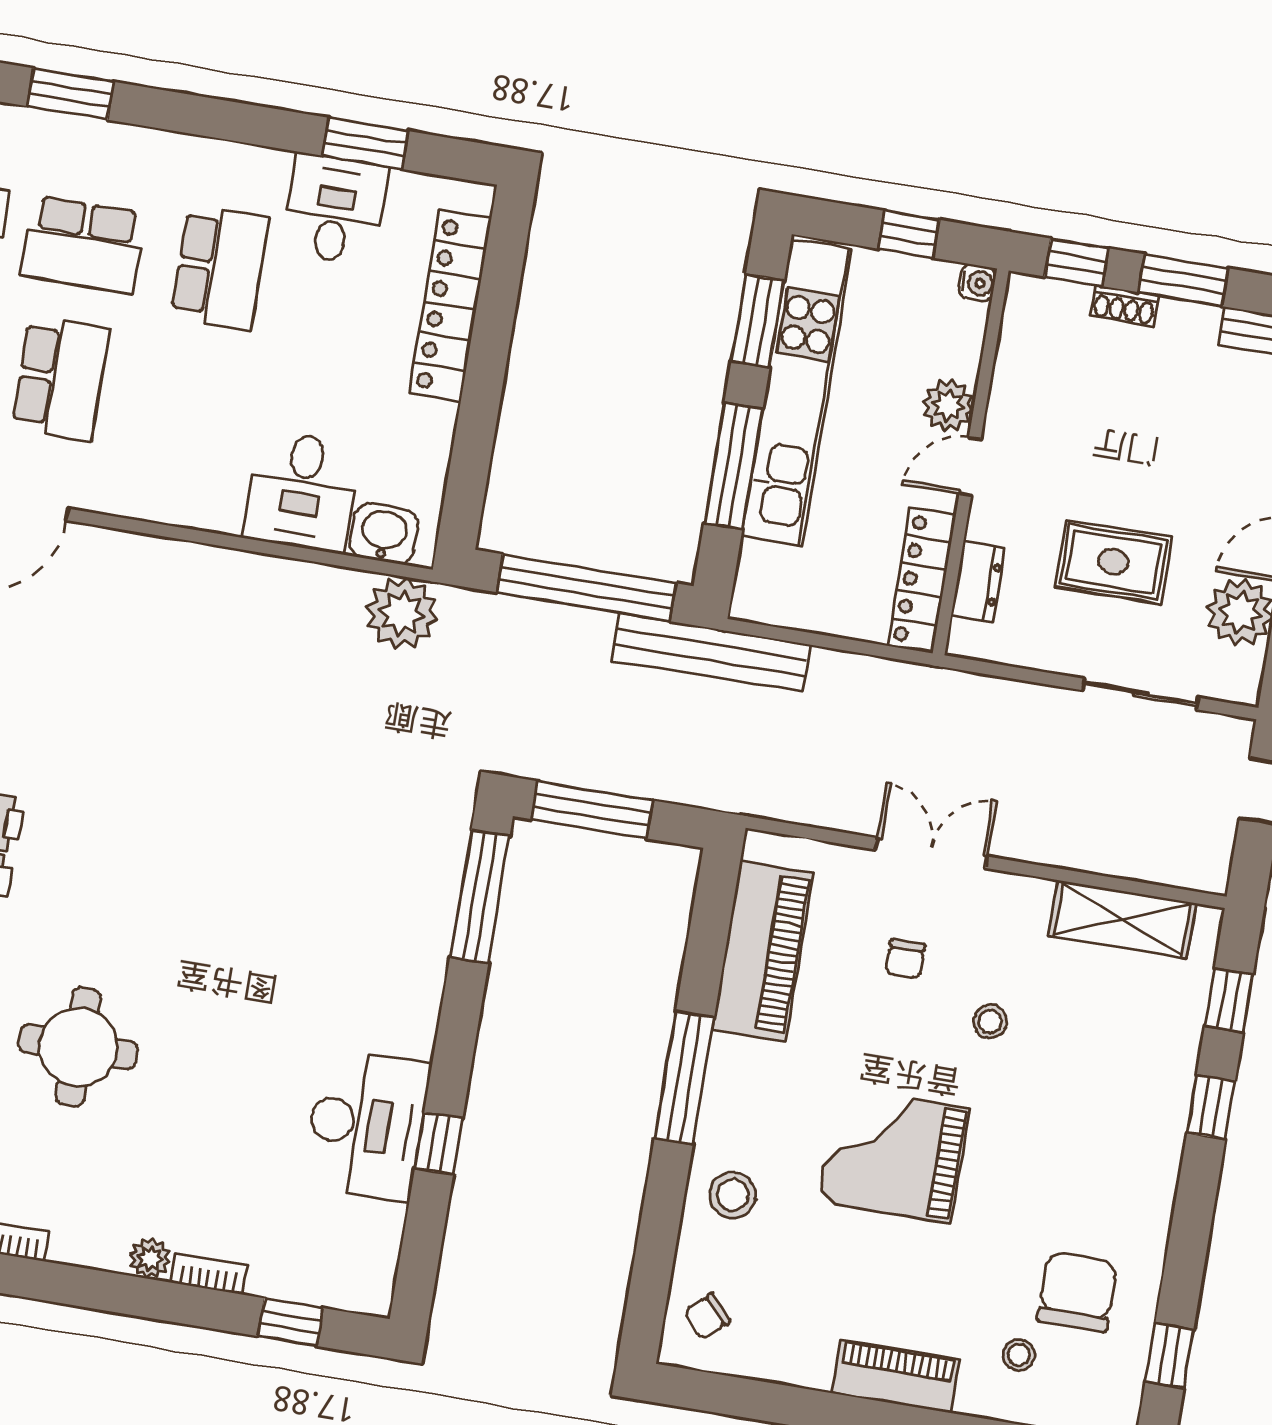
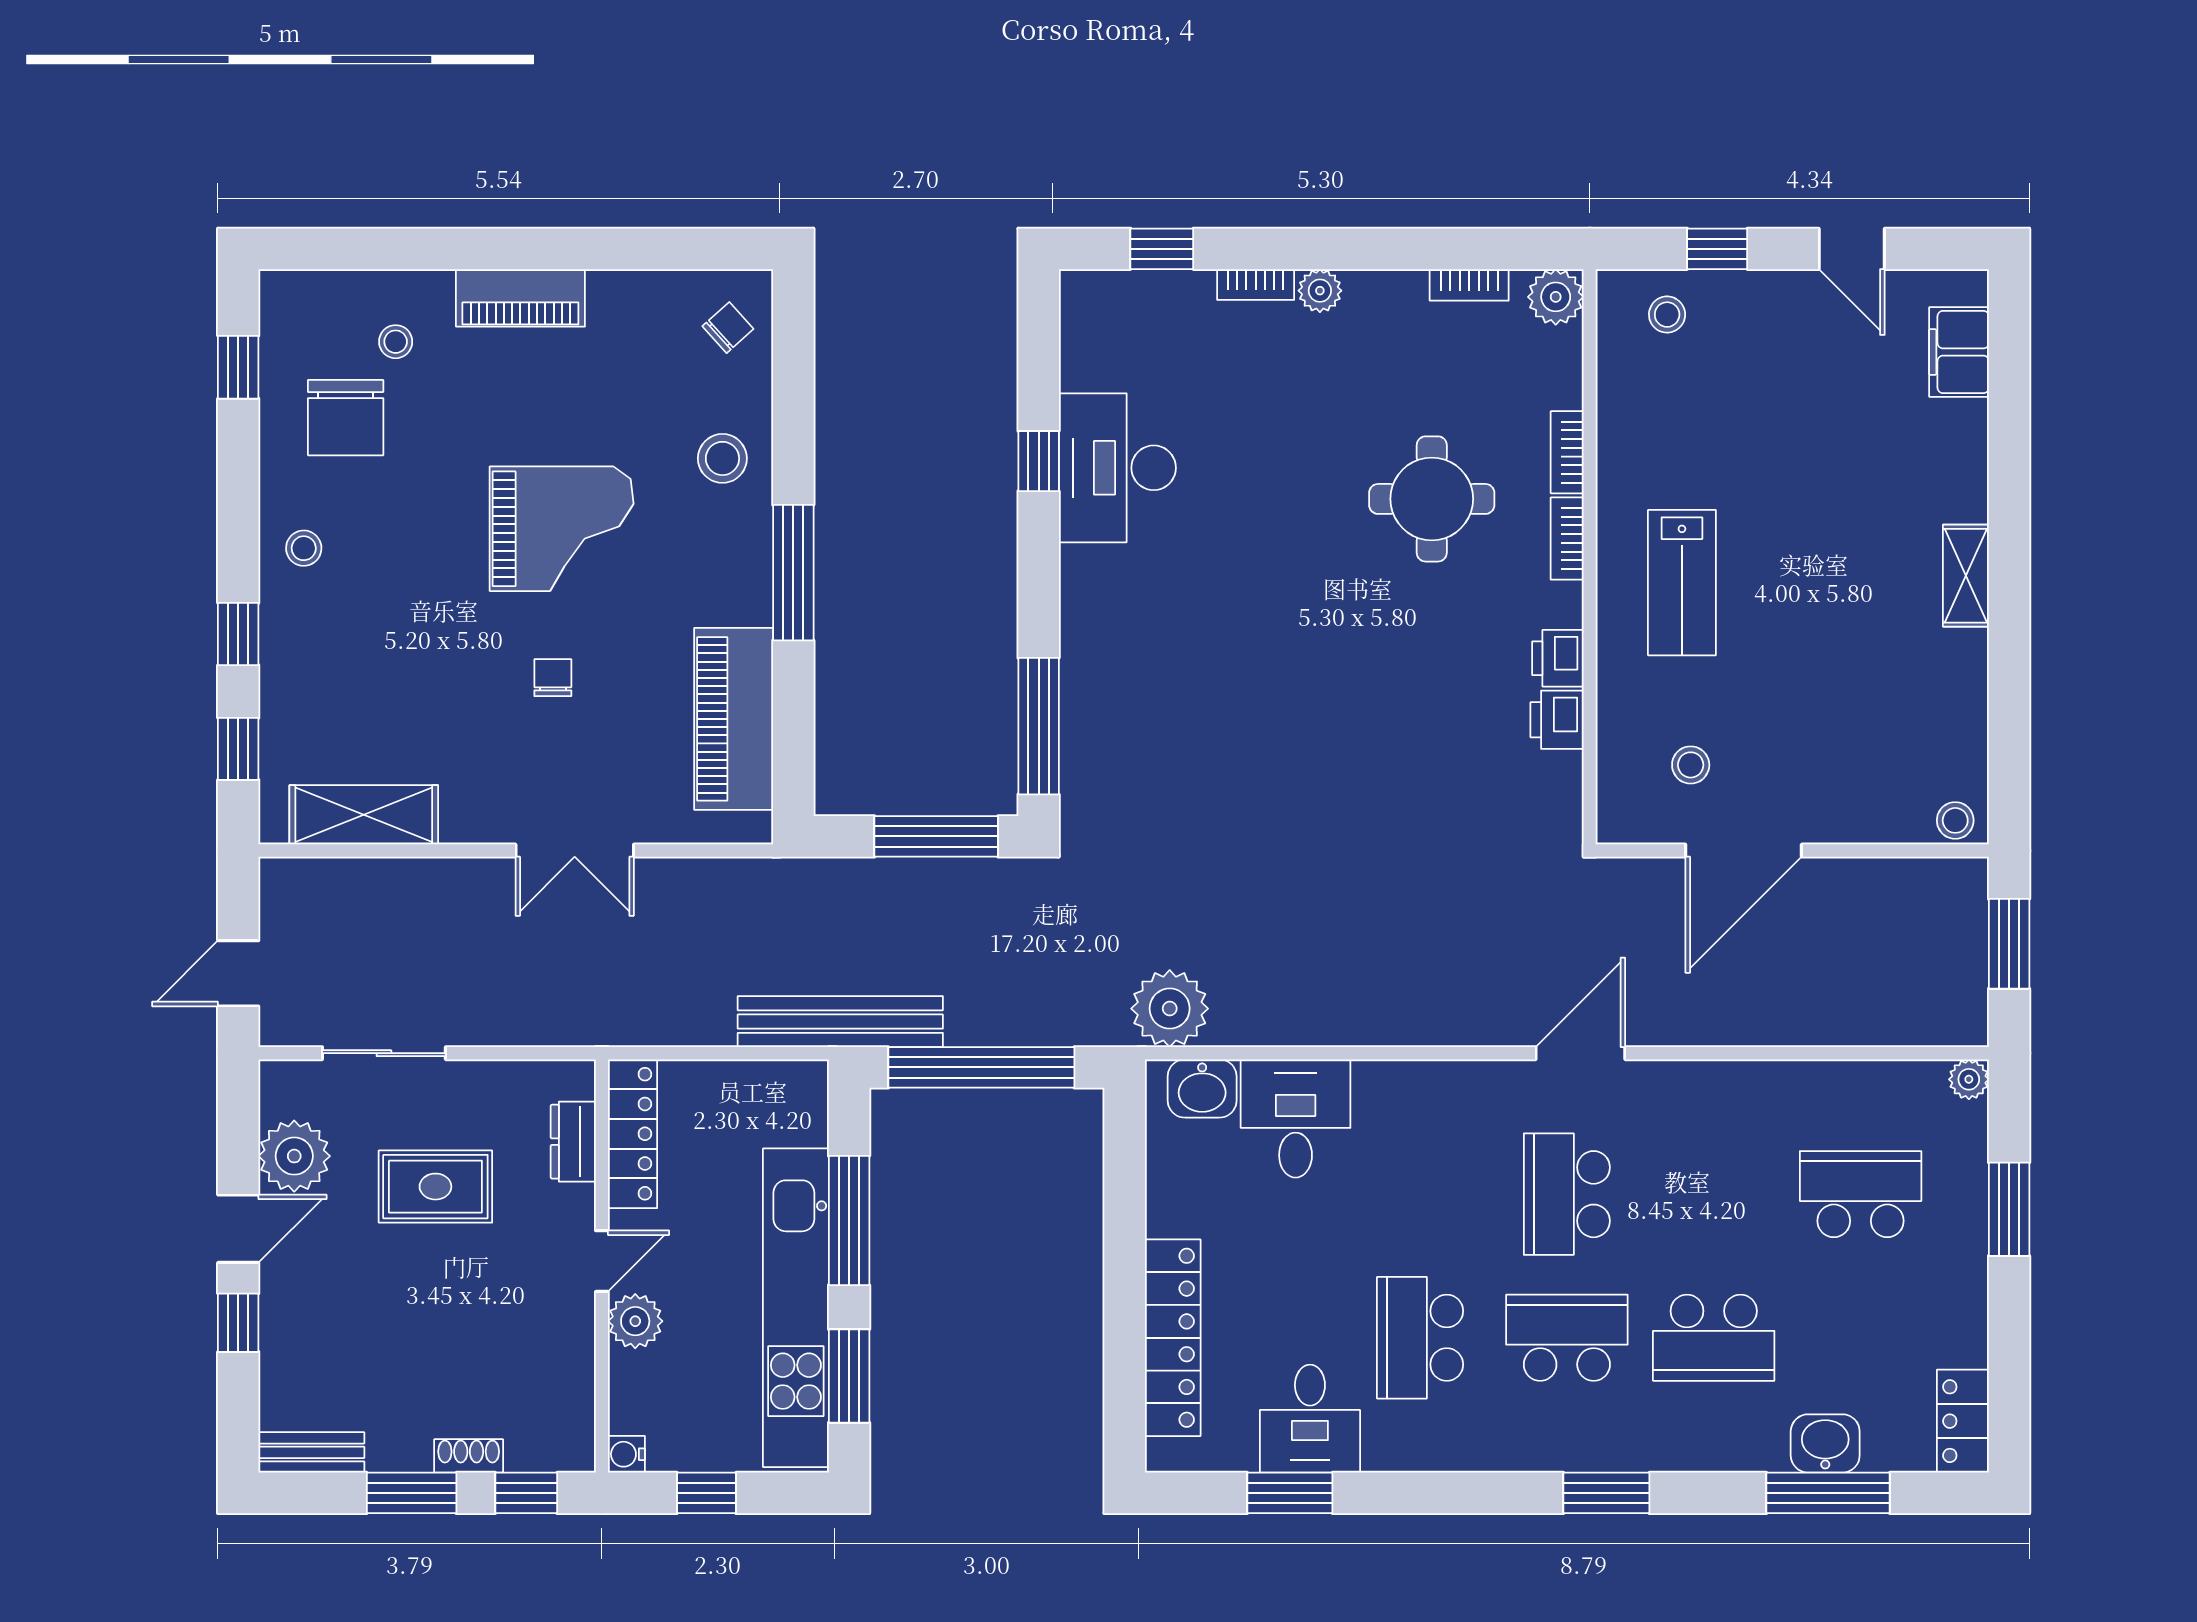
chair: (905, 959) -> (553, 678), moved
stool: (990, 1022) -> (304, 548), moved

